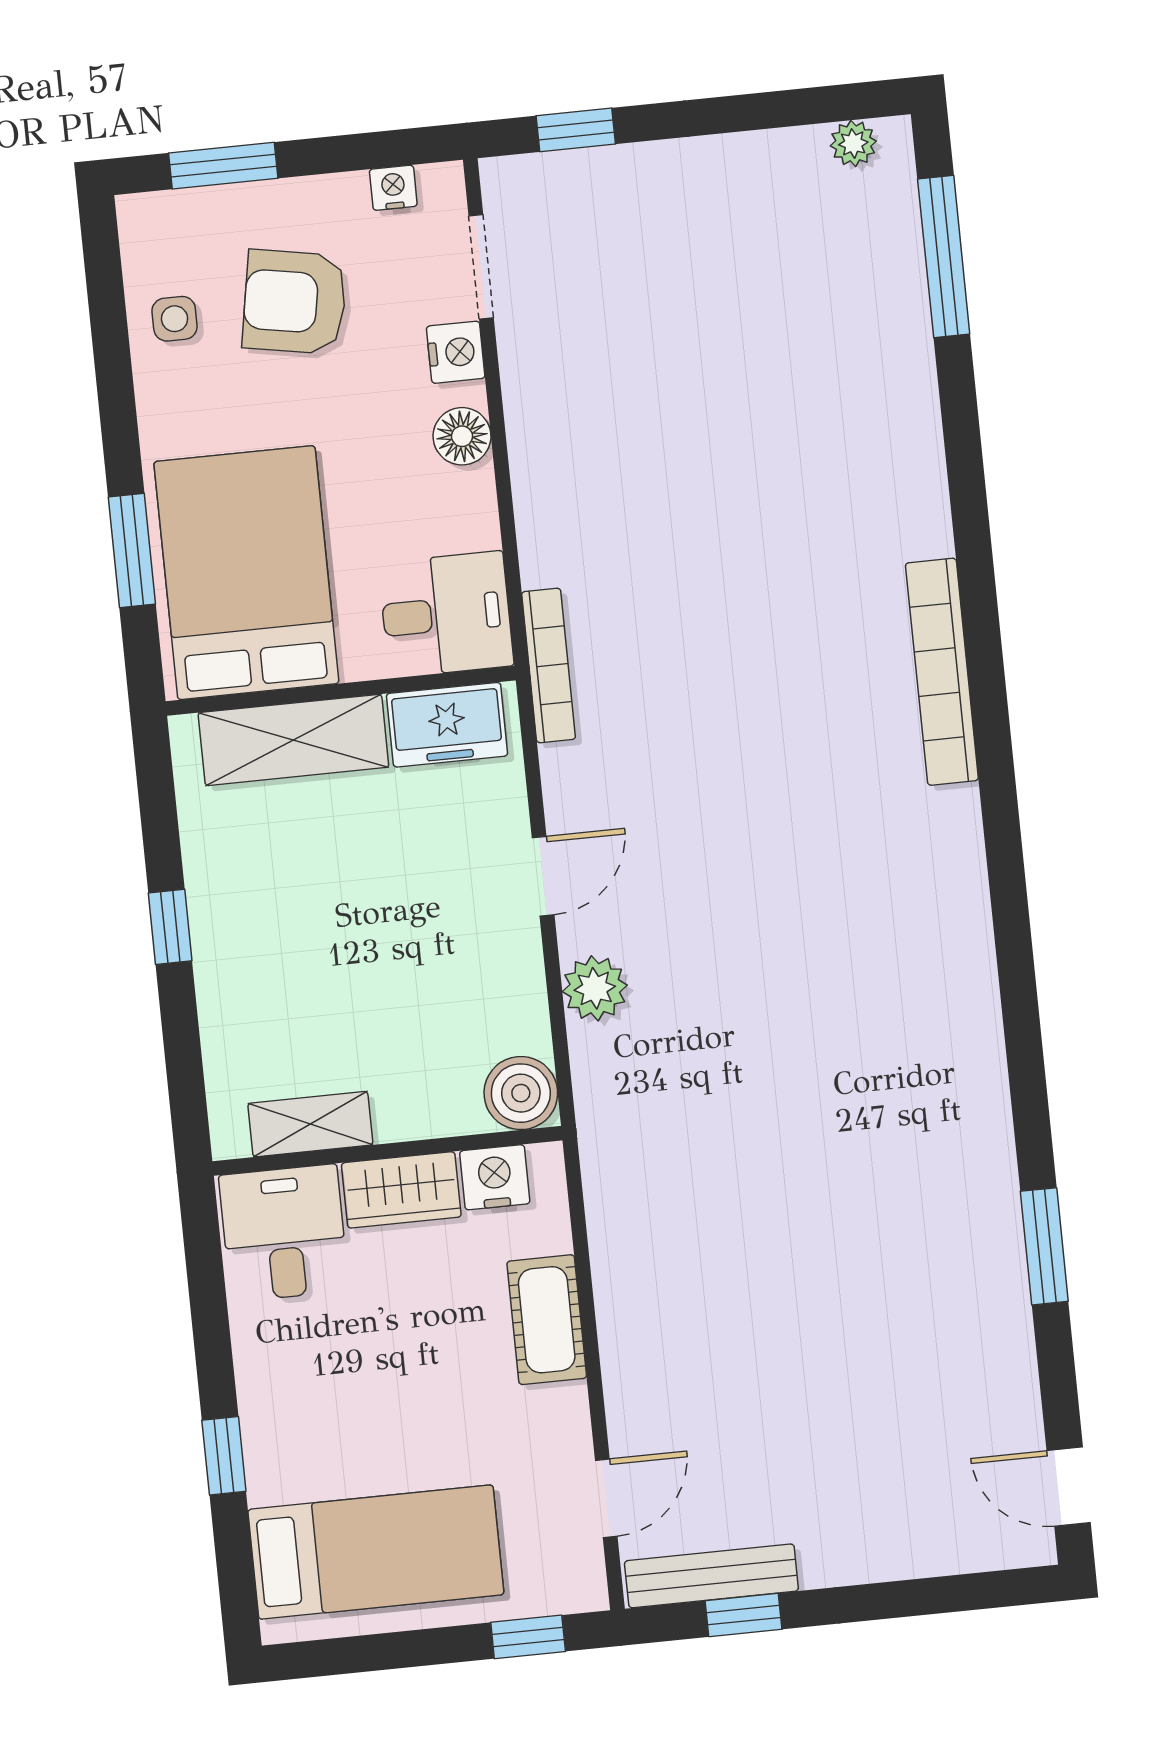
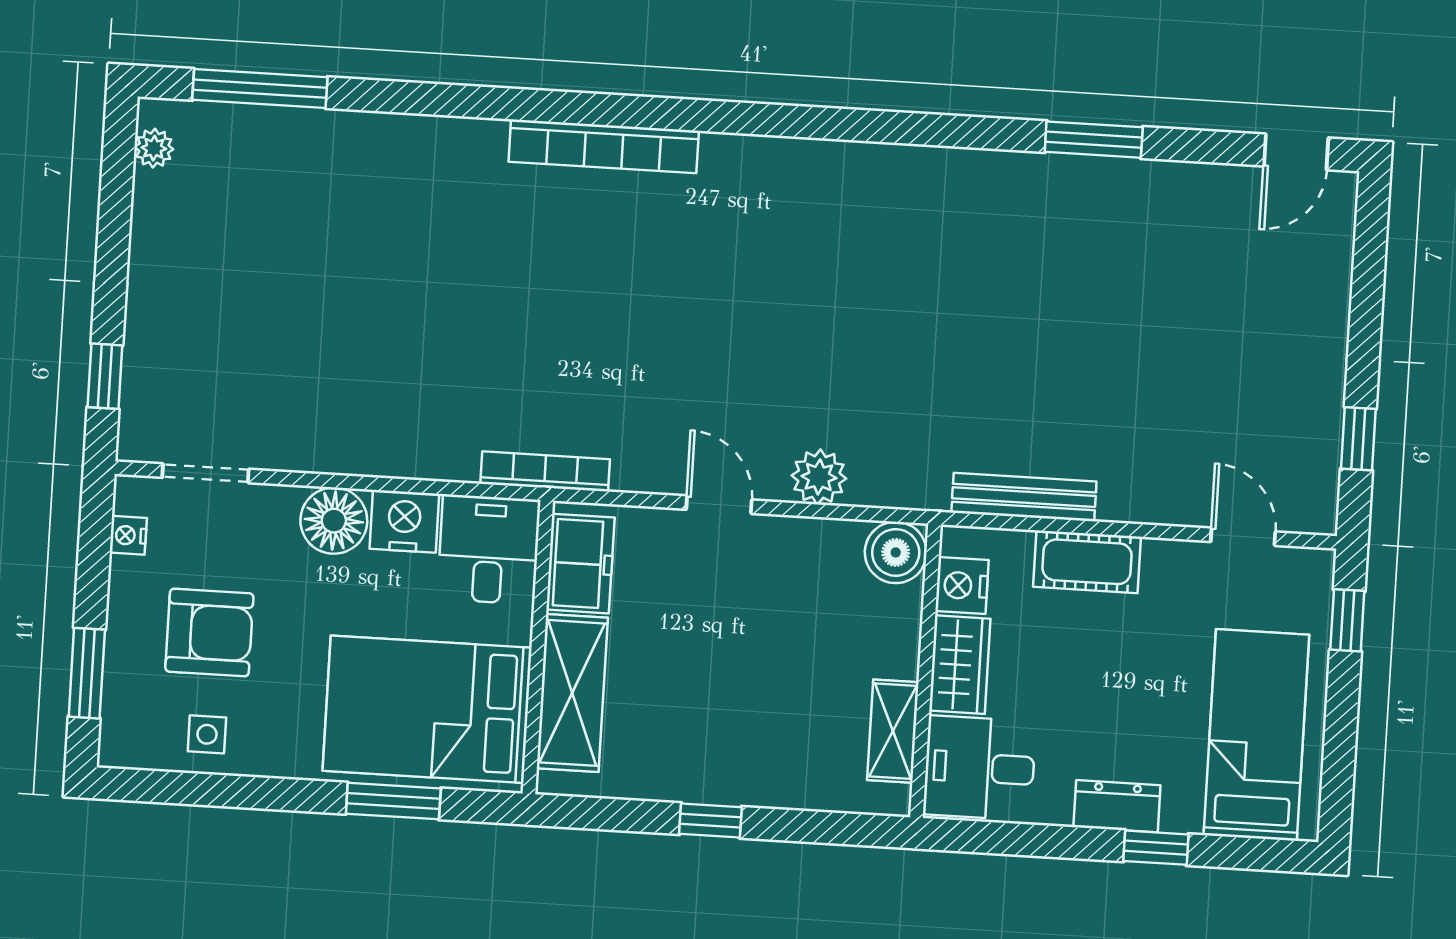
armchair: (295, 302) -> (209, 632), turned -100
nightstand: (456, 352) -> (404, 521), moved, width x1.36, depth x1.33
floor lamp: (462, 436) -> (334, 521), width x1.38, depth x1.38
dresser: (265, 1402) -> (1117, 806), added
bench: (711, 1576) -> (1024, 497), moved, turned 90

